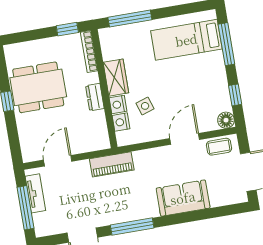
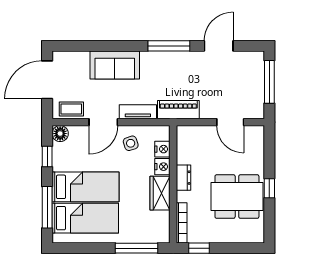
bed: (192, 71) -> (85, 187), added
side table: (145, 106) -> (131, 143), moved
door: (58, 161) -> (230, 122), hinge flipped
tv unit: (35, 193) -> (138, 112), moved, turned 90

